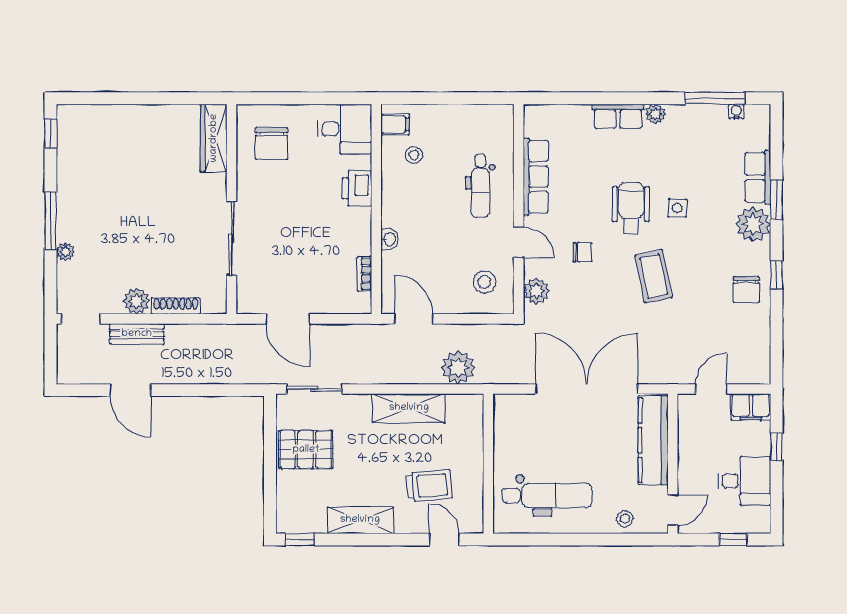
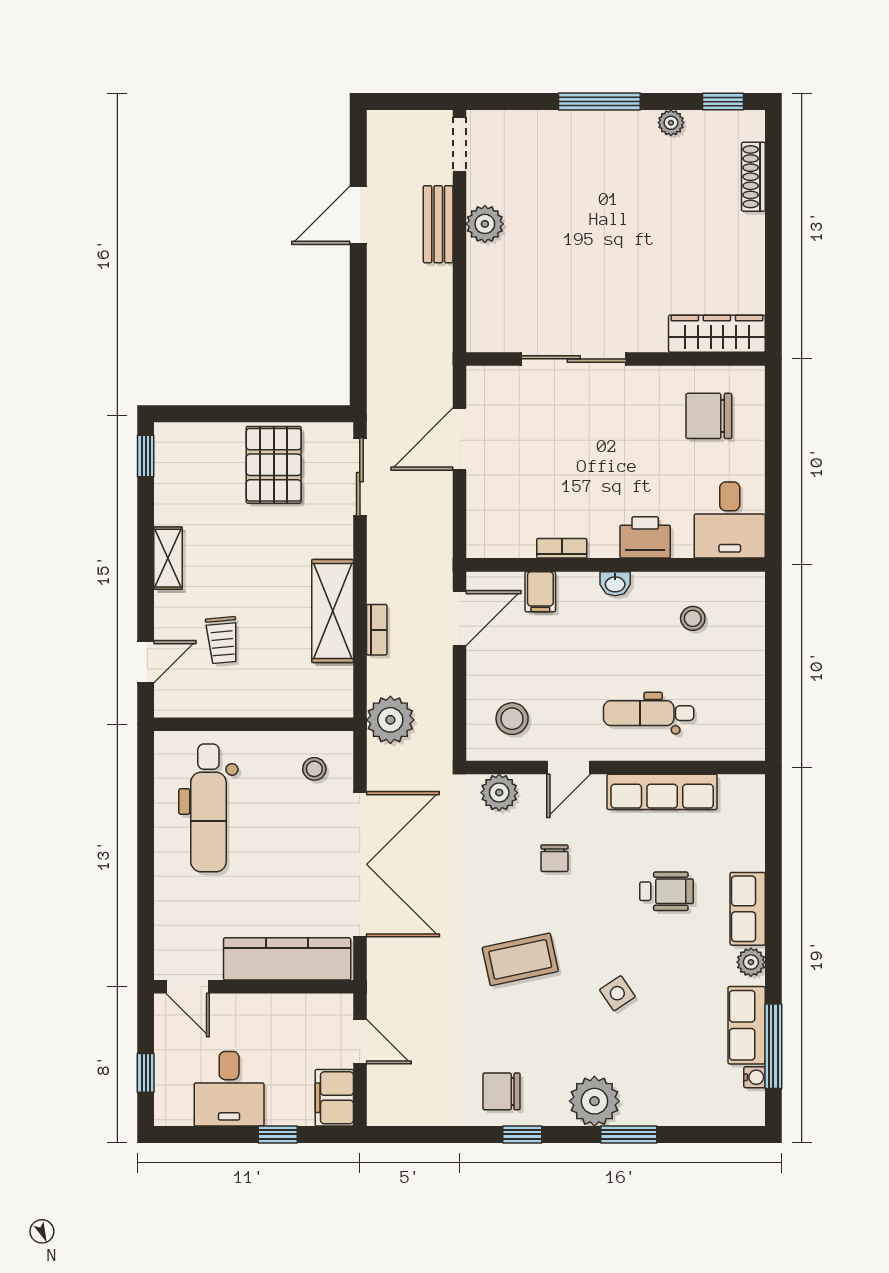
filing cabinet: (395, 124) -> (540, 592), moved
row of seats: (758, 177) -> (747, 1025), moved, turned -90
wheelchair: (631, 208) -> (667, 891), moved, width x0.73, depth x0.73
side table: (677, 208) -> (617, 993), turned -36
washbasin: (389, 239) -> (615, 584), moved
plant: (65, 252) -> (671, 123), moved
bookcase: (365, 274) -> (562, 548), moved
shoe rack: (176, 306) -> (753, 177), moved, turned 180
plant: (458, 368) -> (390, 720), moved
bookcase: (422, 377) -> (377, 630), added
trolley: (429, 486) -> (222, 640), width x0.73, depth x0.72
stool: (625, 519) -> (314, 769), moved
shelving: (360, 520) -> (168, 558), width x0.67, depth x0.75

